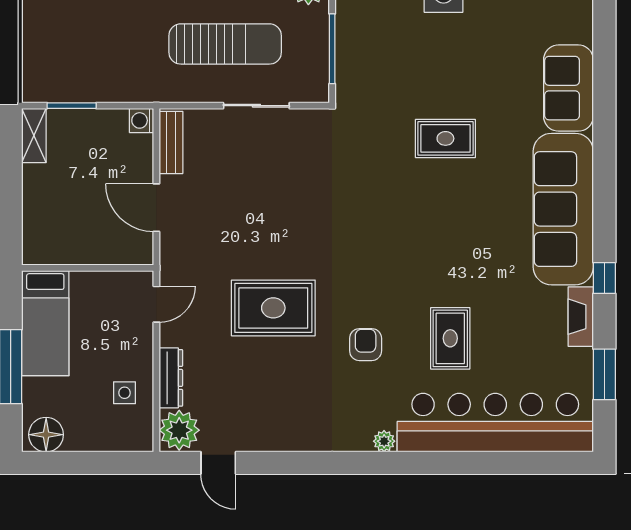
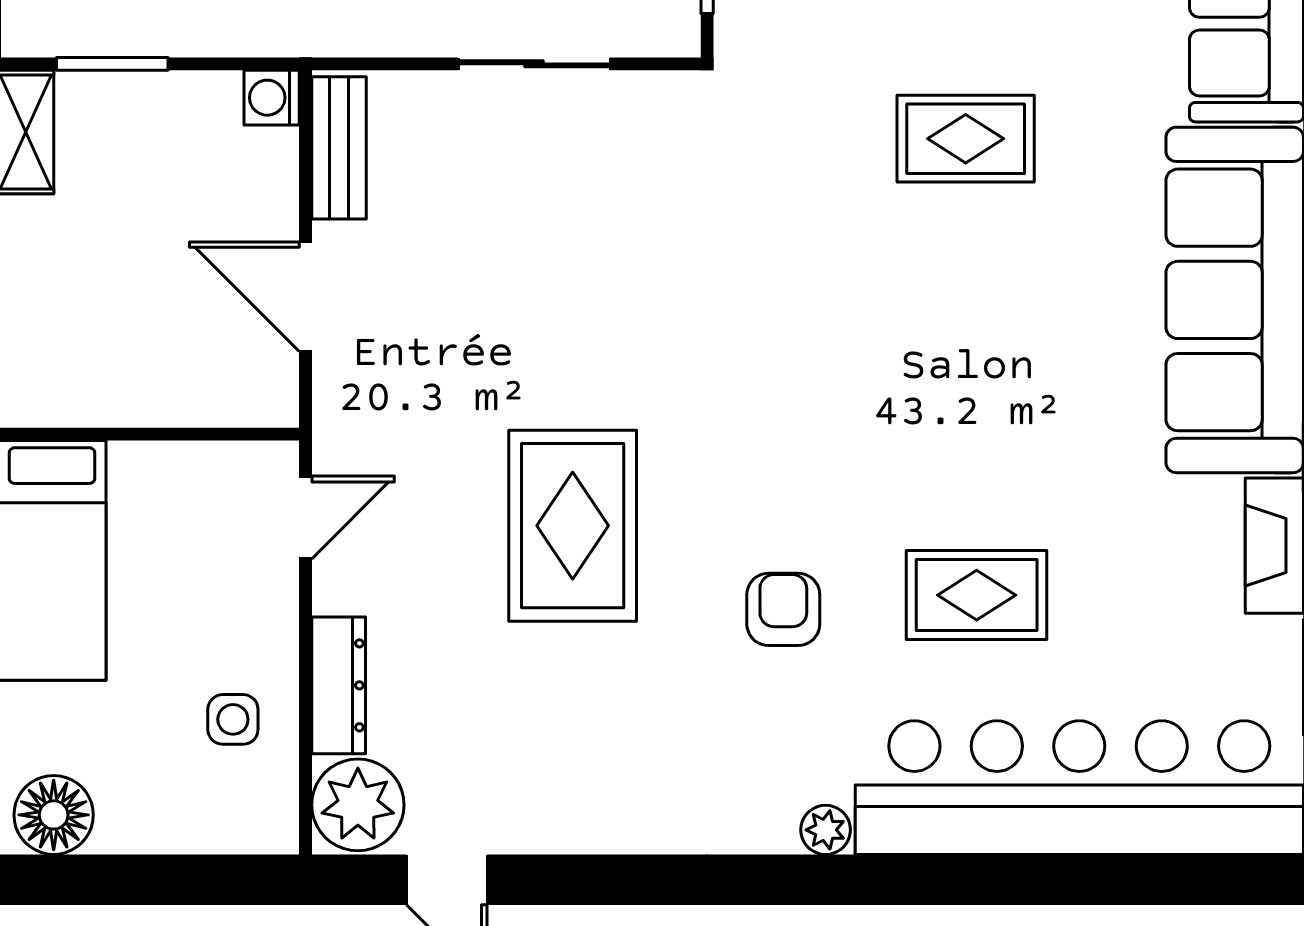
rug: (273, 308) -> (573, 526), turned 90
rug: (450, 338) -> (977, 595), turned 90

